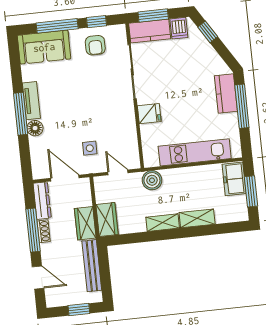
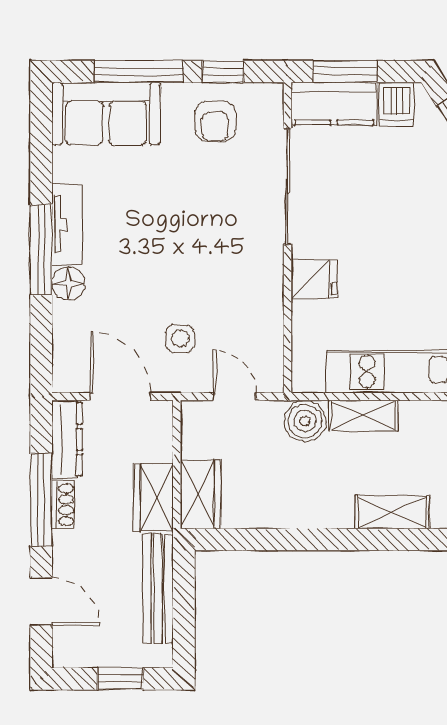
shelving: (163, 223) -> (363, 416), moved

